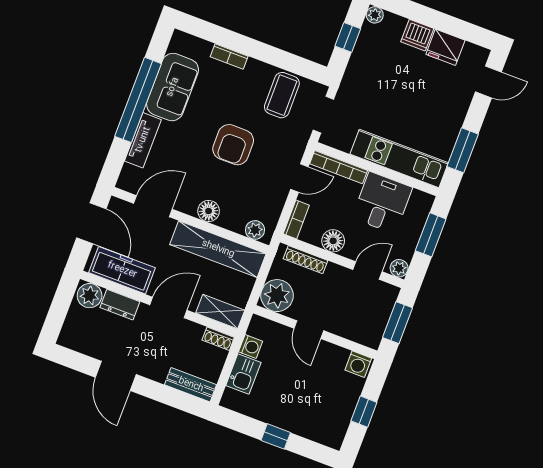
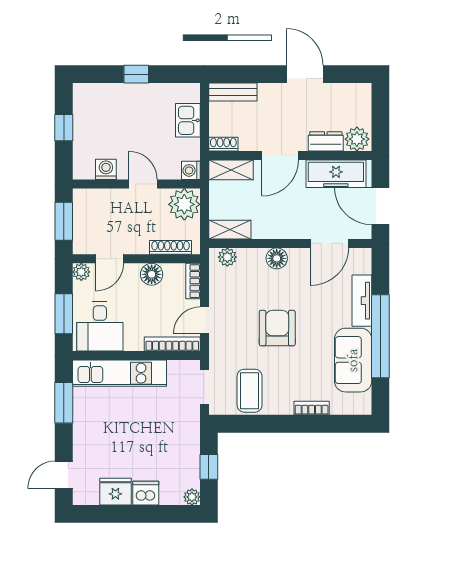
desk: (382, 203) -> (100, 326), moved
shelving: (218, 249) -> (230, 230), width x0.45, depth x0.75
washing machine: (251, 346) -> (191, 170), moved
washing machine: (358, 364) -> (106, 169), moved

